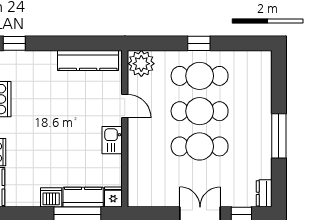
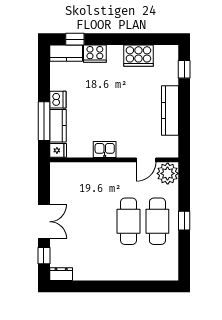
kitchen counter: (88, 61) -> (170, 111), moved
door: (125, 106) -> (146, 160), moved
window: (279, 136) -> (108, 286), removed
cafe table: (200, 146) -> (100, 221), removed

